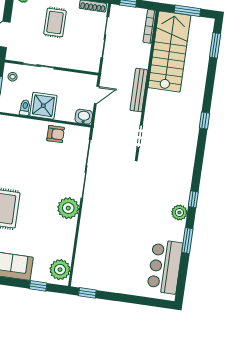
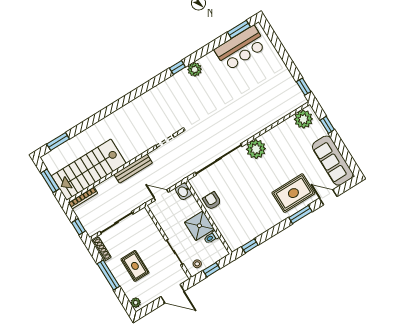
rug: (55, 22) -> (135, 266), turned 90
window: (204, 121) -> (116, 105), removed
window: (187, 241) -> (239, 29), moved

